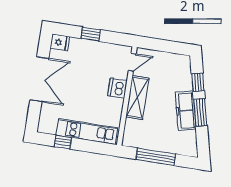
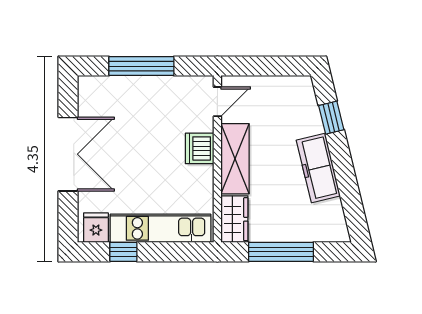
window: (91, 34) -> (141, 66), width x2.17
fridge: (60, 42) -> (96, 228), moved, turned -90
window: (200, 112) -> (343, 167), removed
wardrobe: (131, 133) -> (234, 219), added

